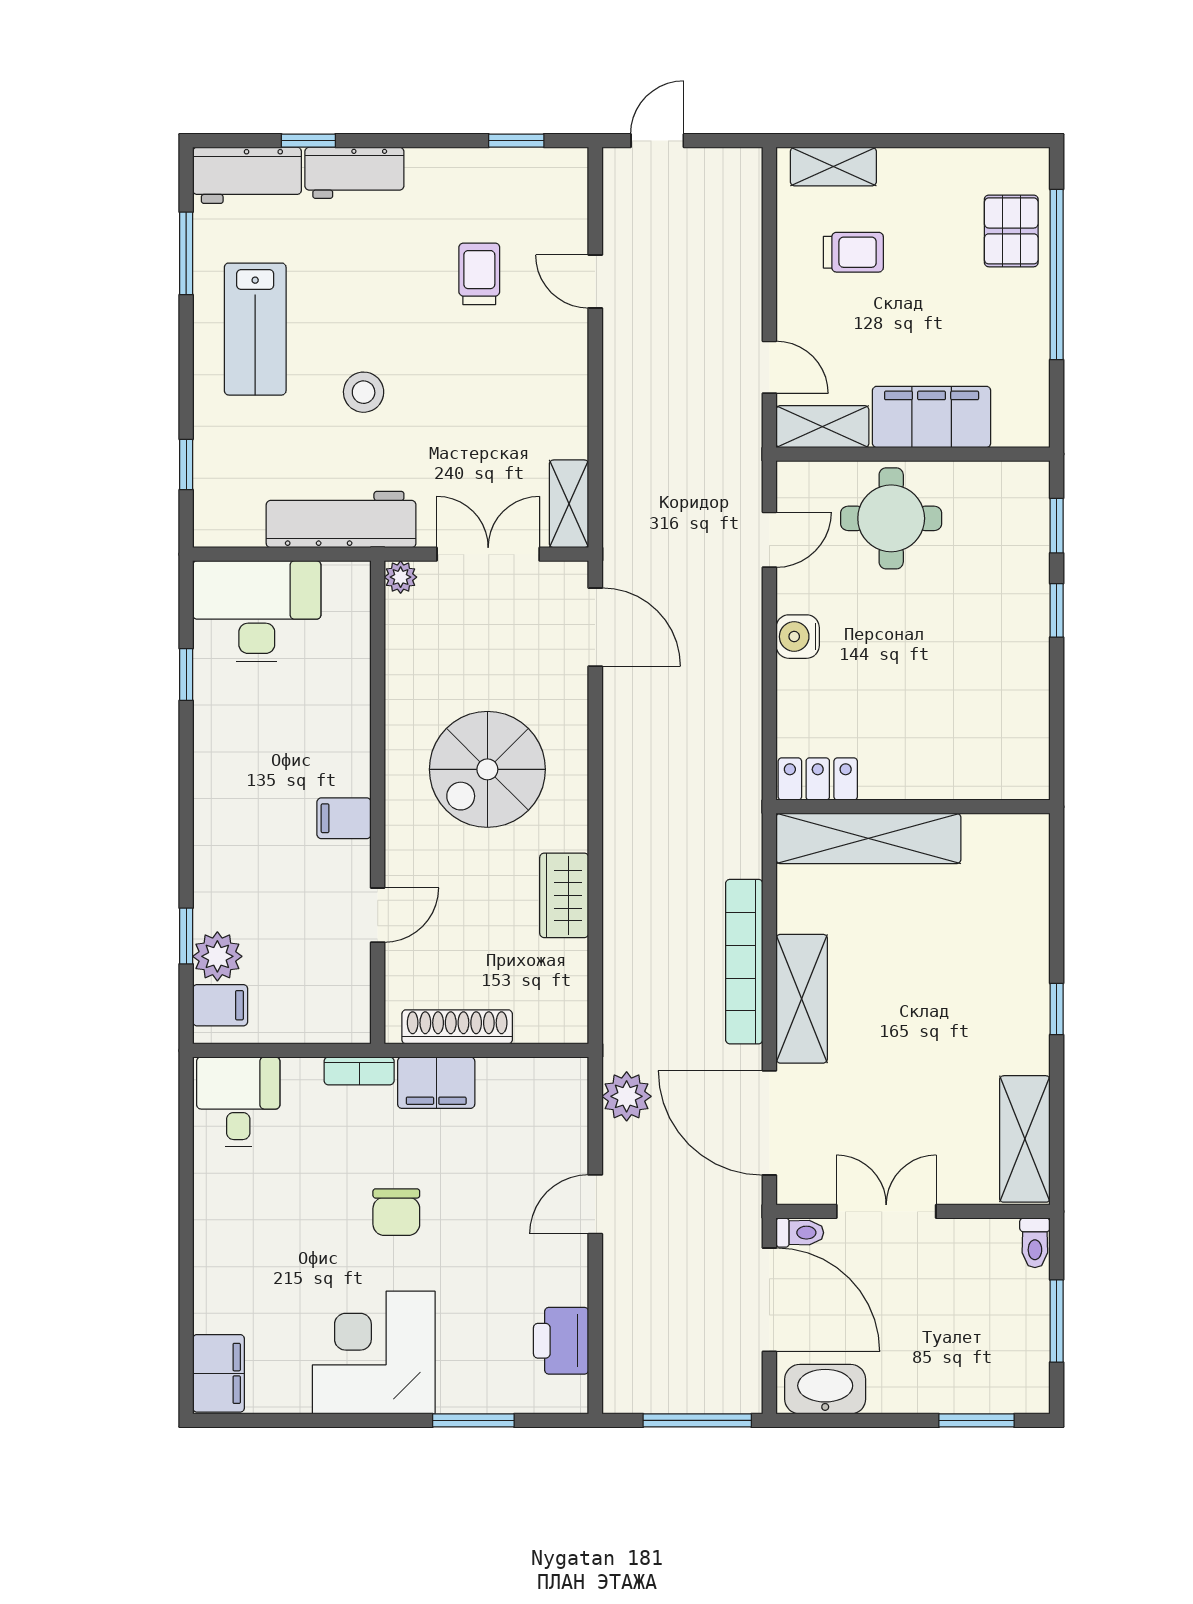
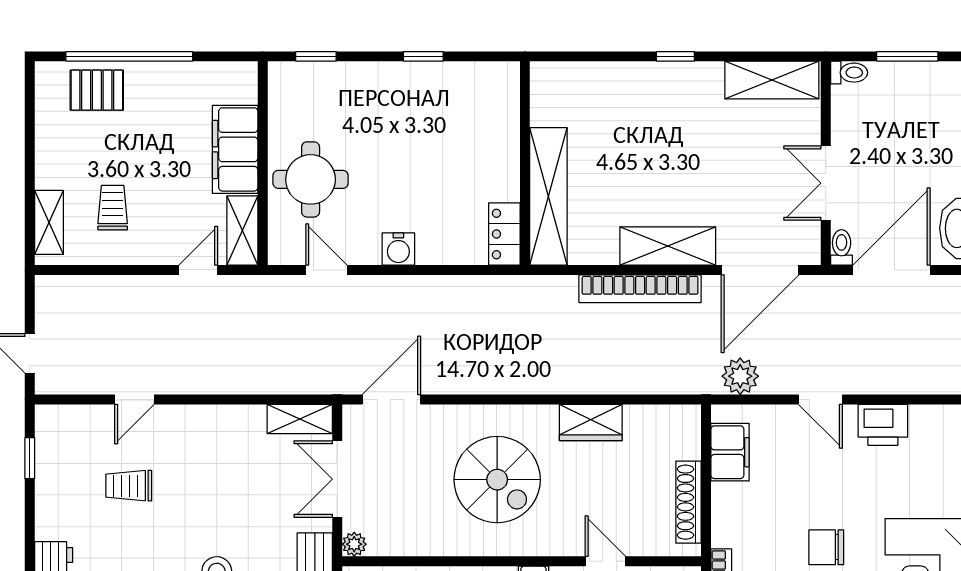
window: (1057, 610) -> (423, 56), moved
filing cabinet: (436, 1083) -> (730, 452), moved
chair: (396, 1212) -> (826, 547), turned 180
printer: (561, 1341) -> (883, 425), moved

